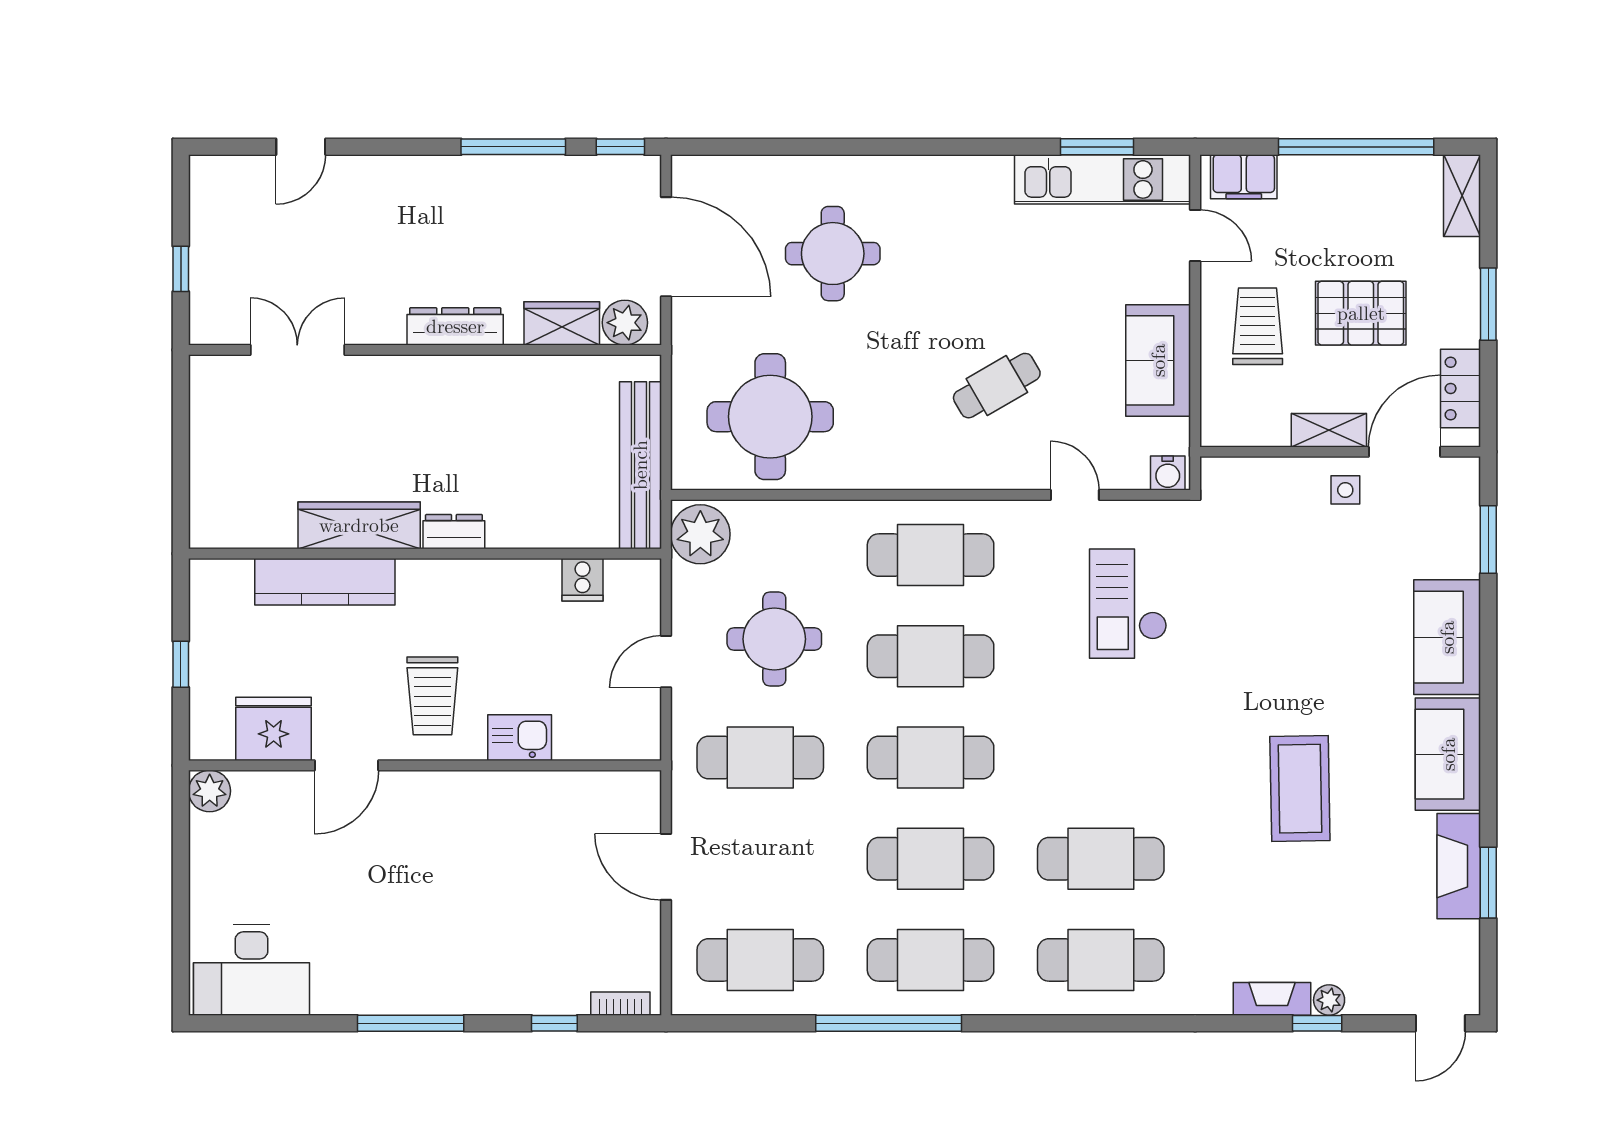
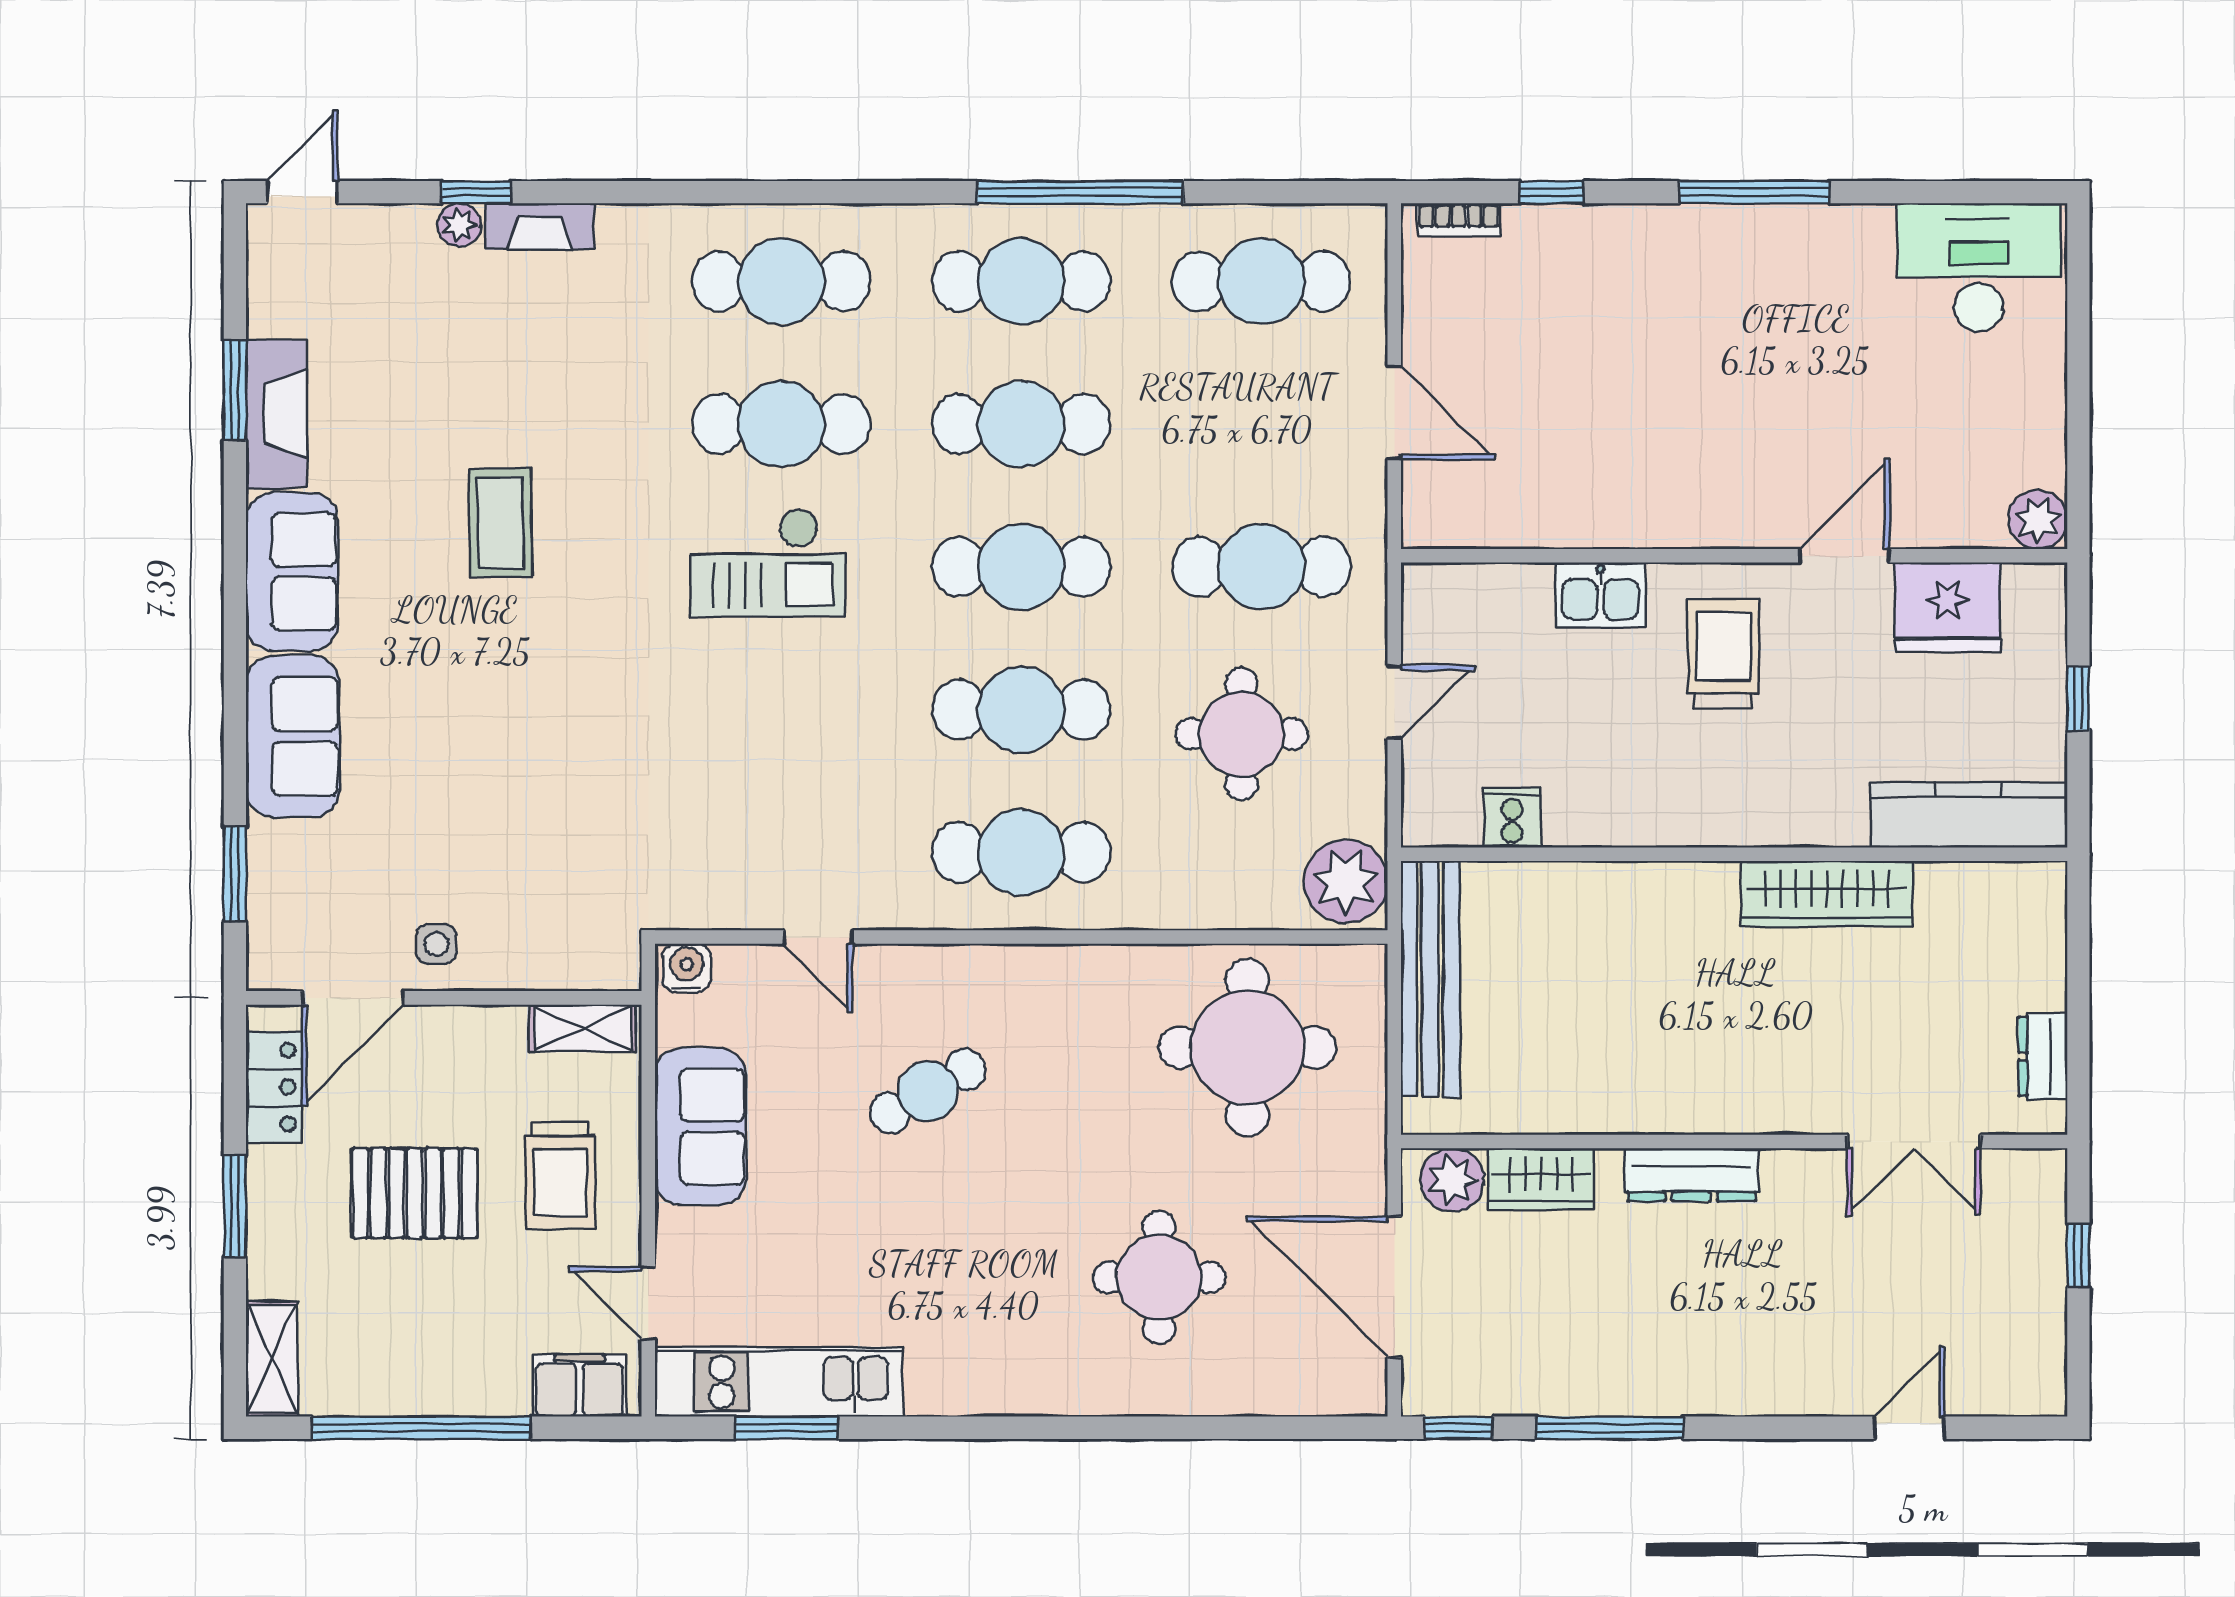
shelving: (1329, 430) -> (583, 1028), moved
dresser: (454, 532) -> (2043, 1056), moved, turned 90
kitchen counter: (325, 582) -> (1969, 815), moved
checkout: (1128, 604) -> (768, 563), moved, turned 90
coffee table: (1300, 789) -> (500, 523), width x0.73, depth x0.76

